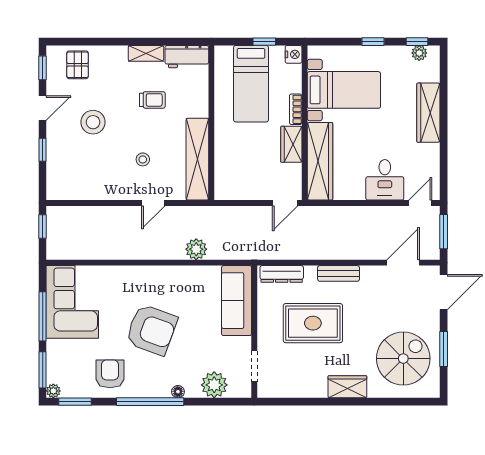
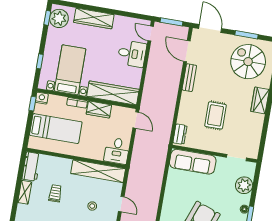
window: (264, 42) -> (32, 104), moved
window: (373, 42) -> (40, 61), moved
plant: (419, 53) -> (59, 18), width x1.88, depth x1.88
desk: (233, 182) -> (117, 151), added
plant: (196, 249) -> (155, 182), removed
bench: (339, 273) -> (189, 78), moved
dresser: (282, 274) -> (180, 134), width x0.70
rug: (313, 323) -> (216, 115), width x0.73, depth x0.70

